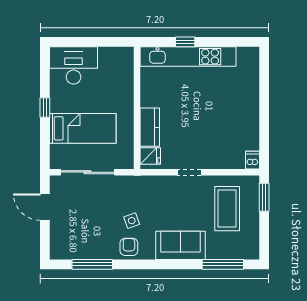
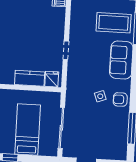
coffee table: (227, 209) -> (114, 23), moved

